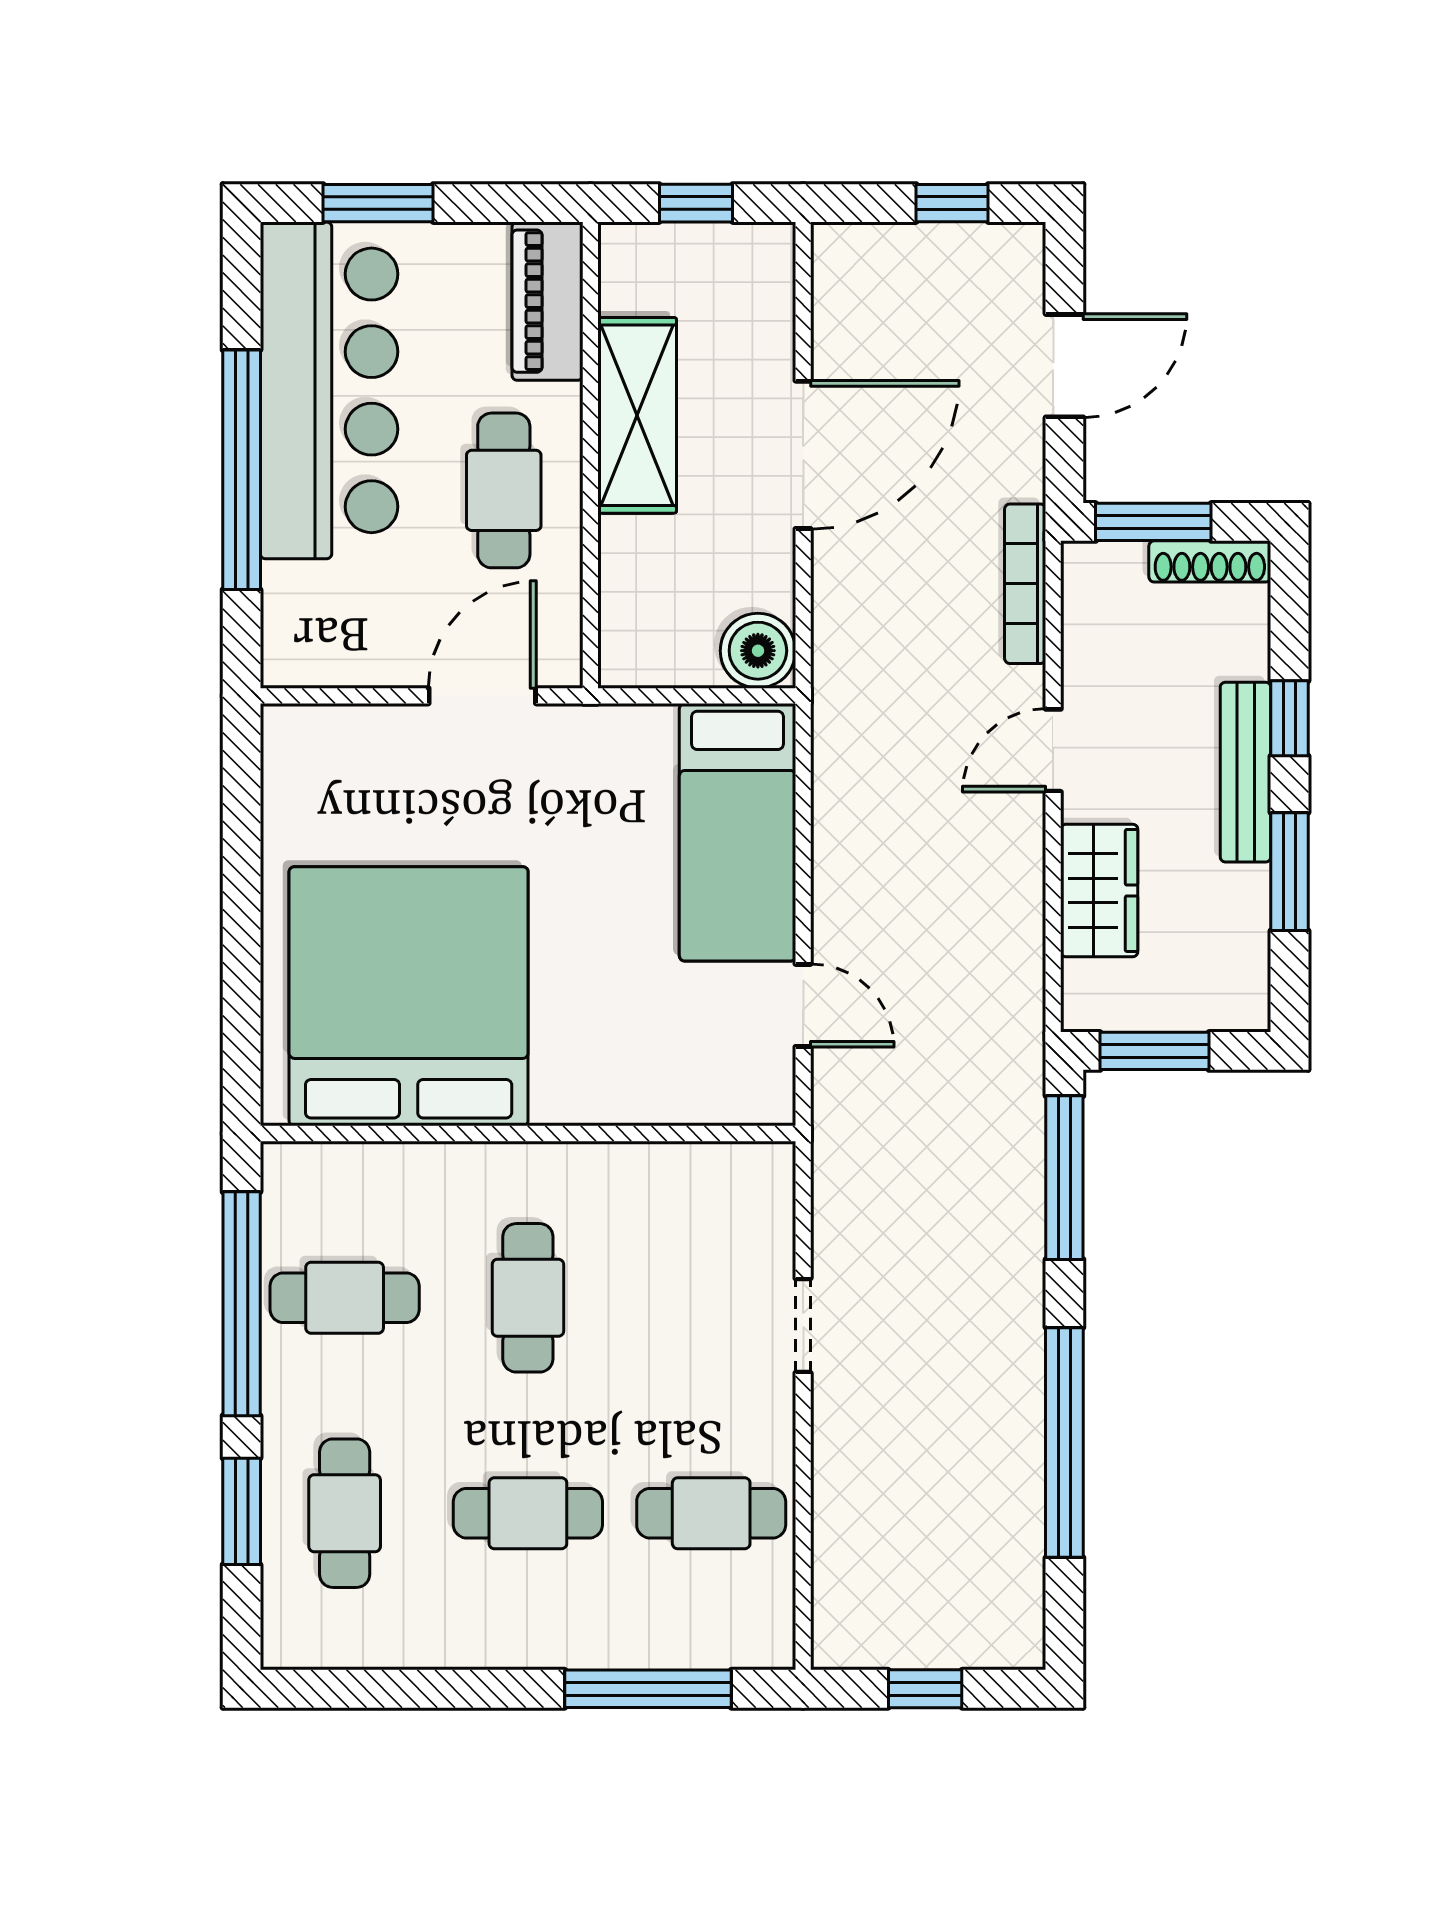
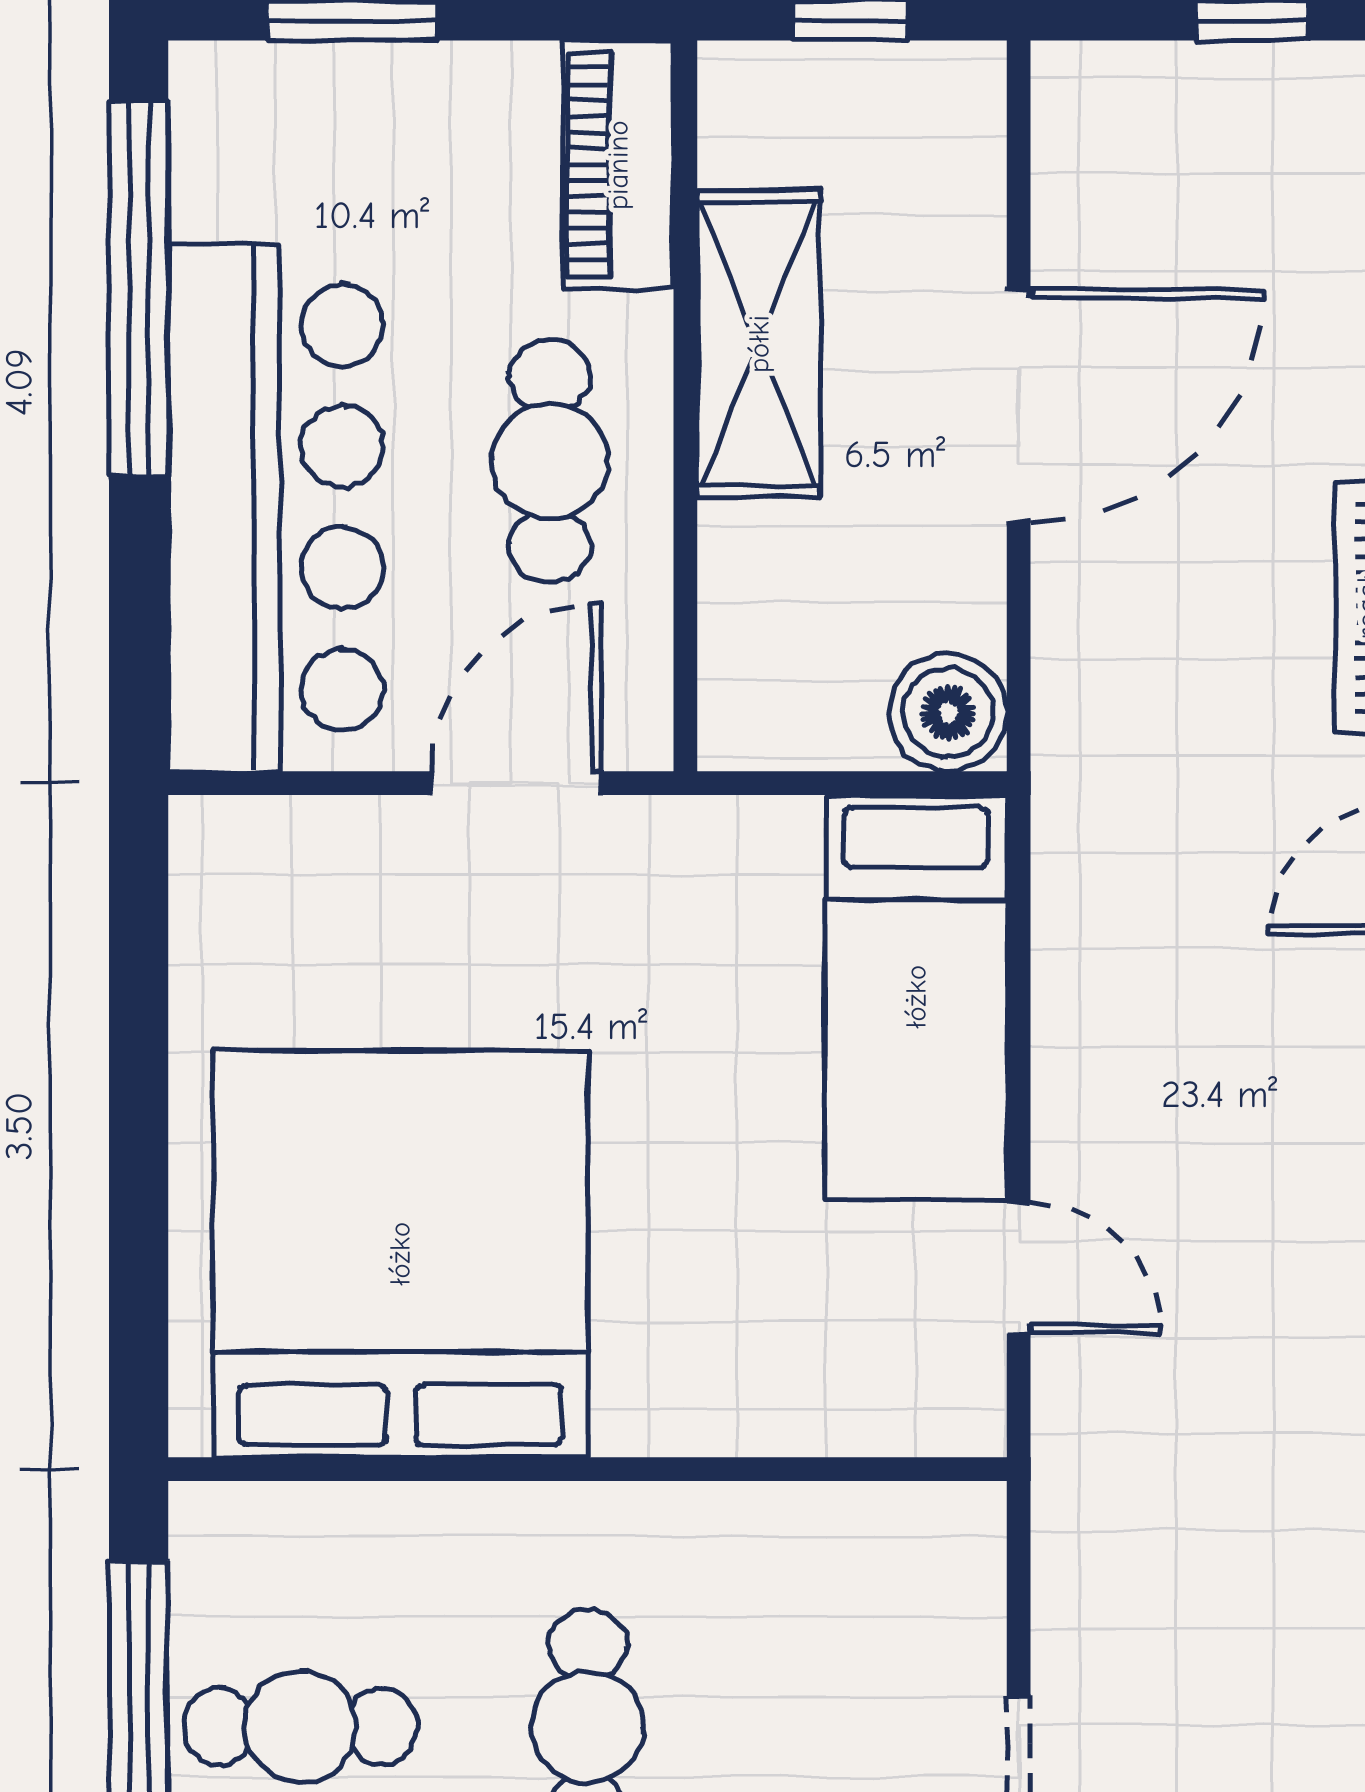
bar counter: (329, 390) -> (276, 507), moved
window: (242, 470) -> (139, 288), moved

